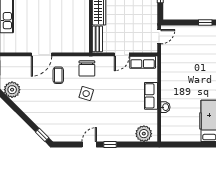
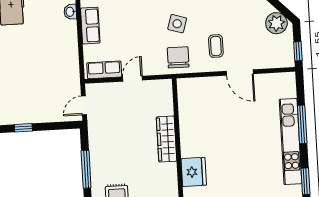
bench: (97, 39) -> (166, 98), removed
door: (42, 54) -> (240, 73), swing flipped

